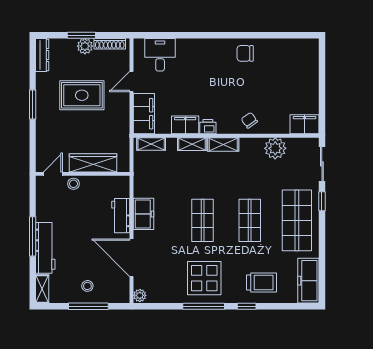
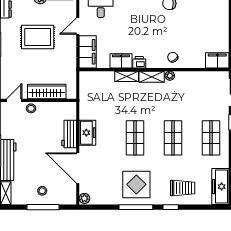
shelving: (151, 144) -> (94, 76), removed
plant: (275, 148) -> (170, 76), moved, width x0.53, depth x0.53
shop shelf: (297, 220) -> (211, 138), width x0.70, depth x0.74

